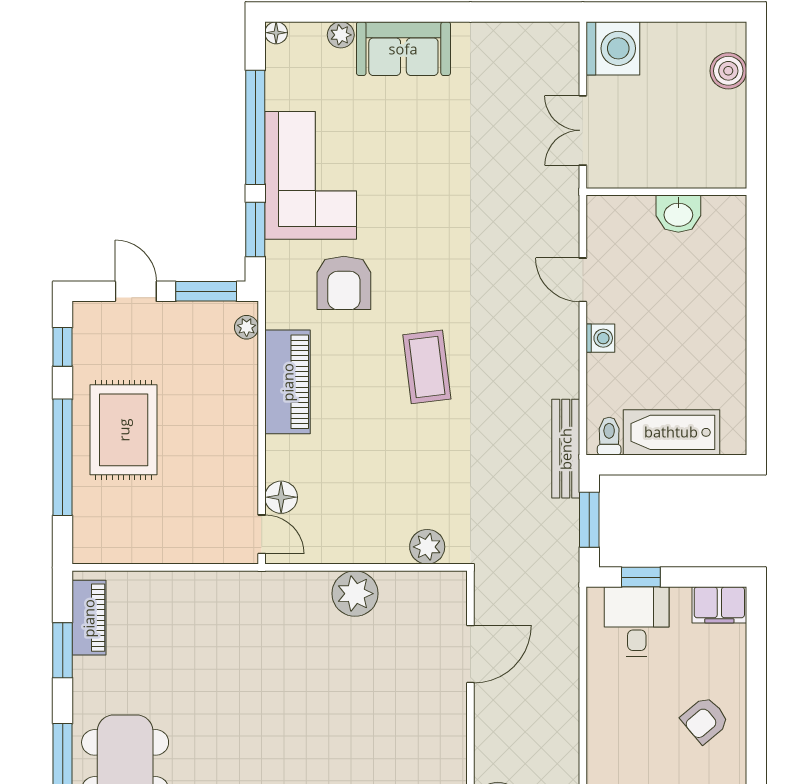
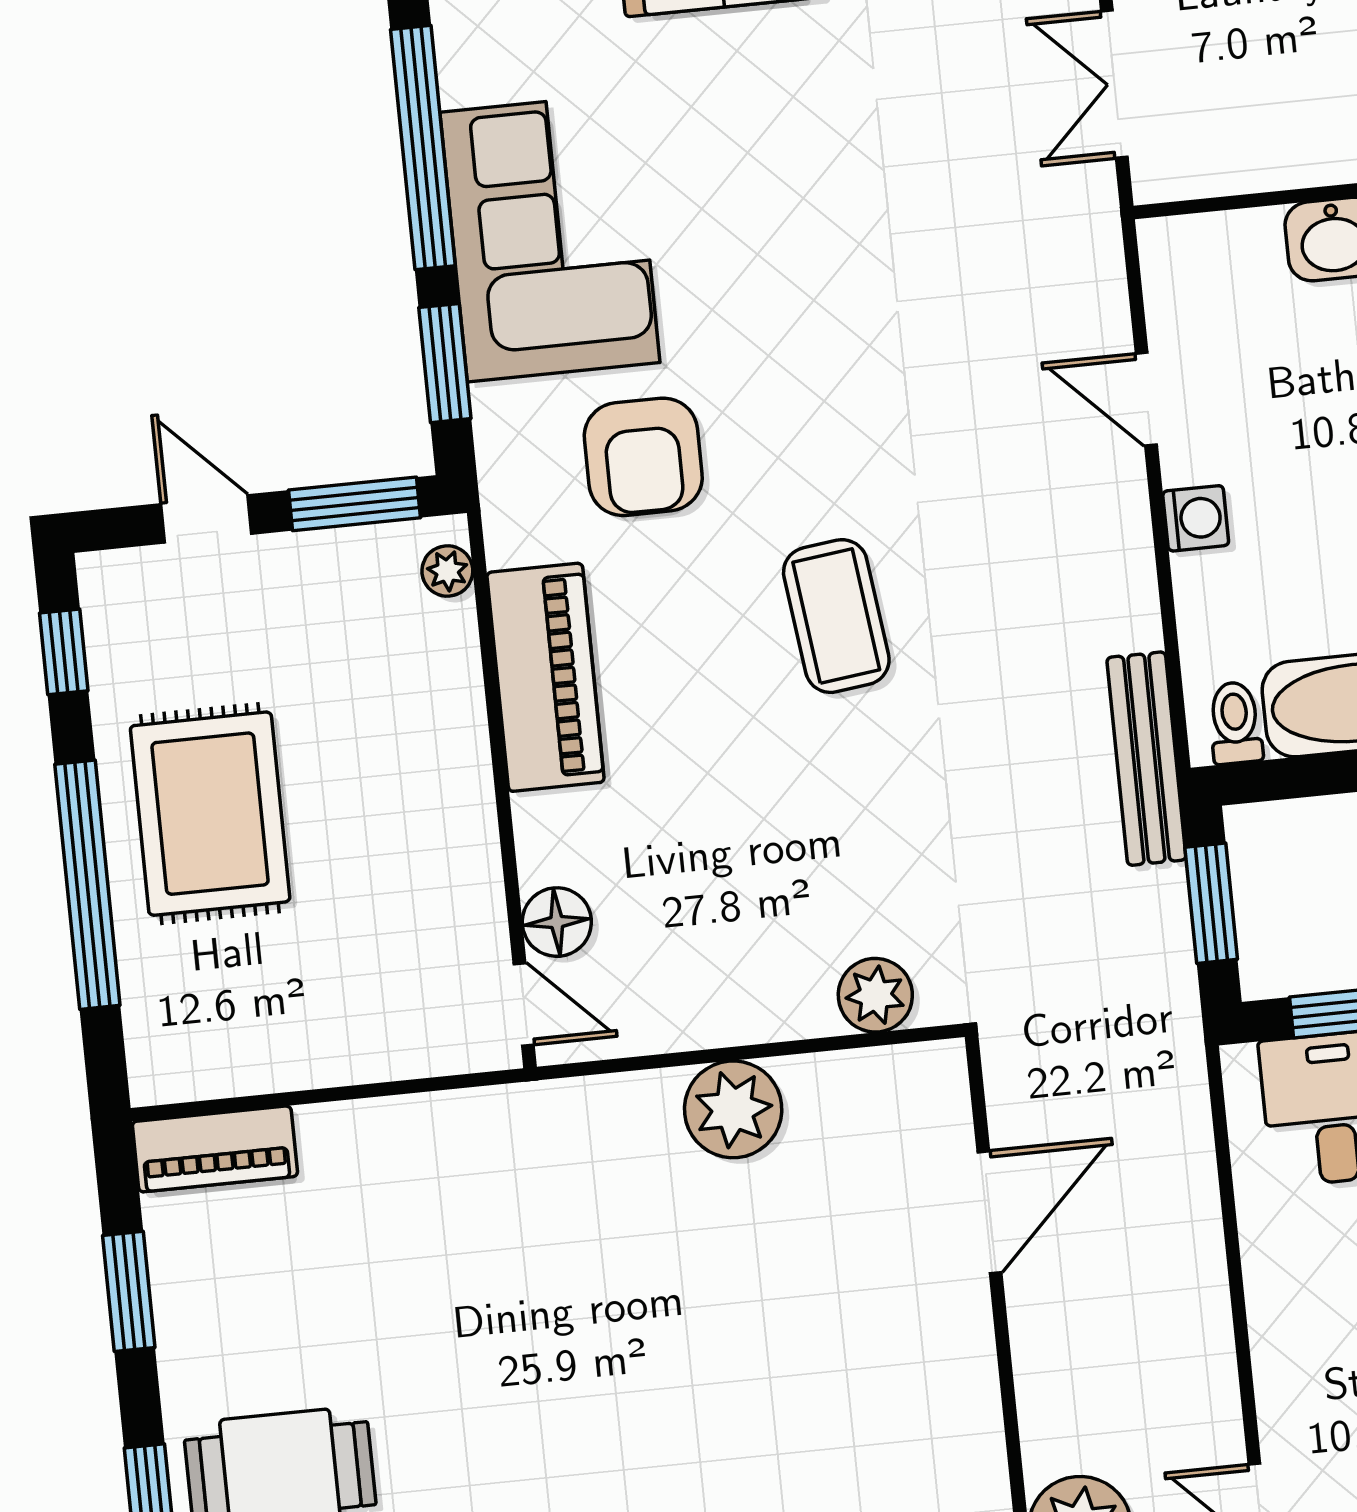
piano: (89, 618) -> (215, 1149), moved, turned 90

